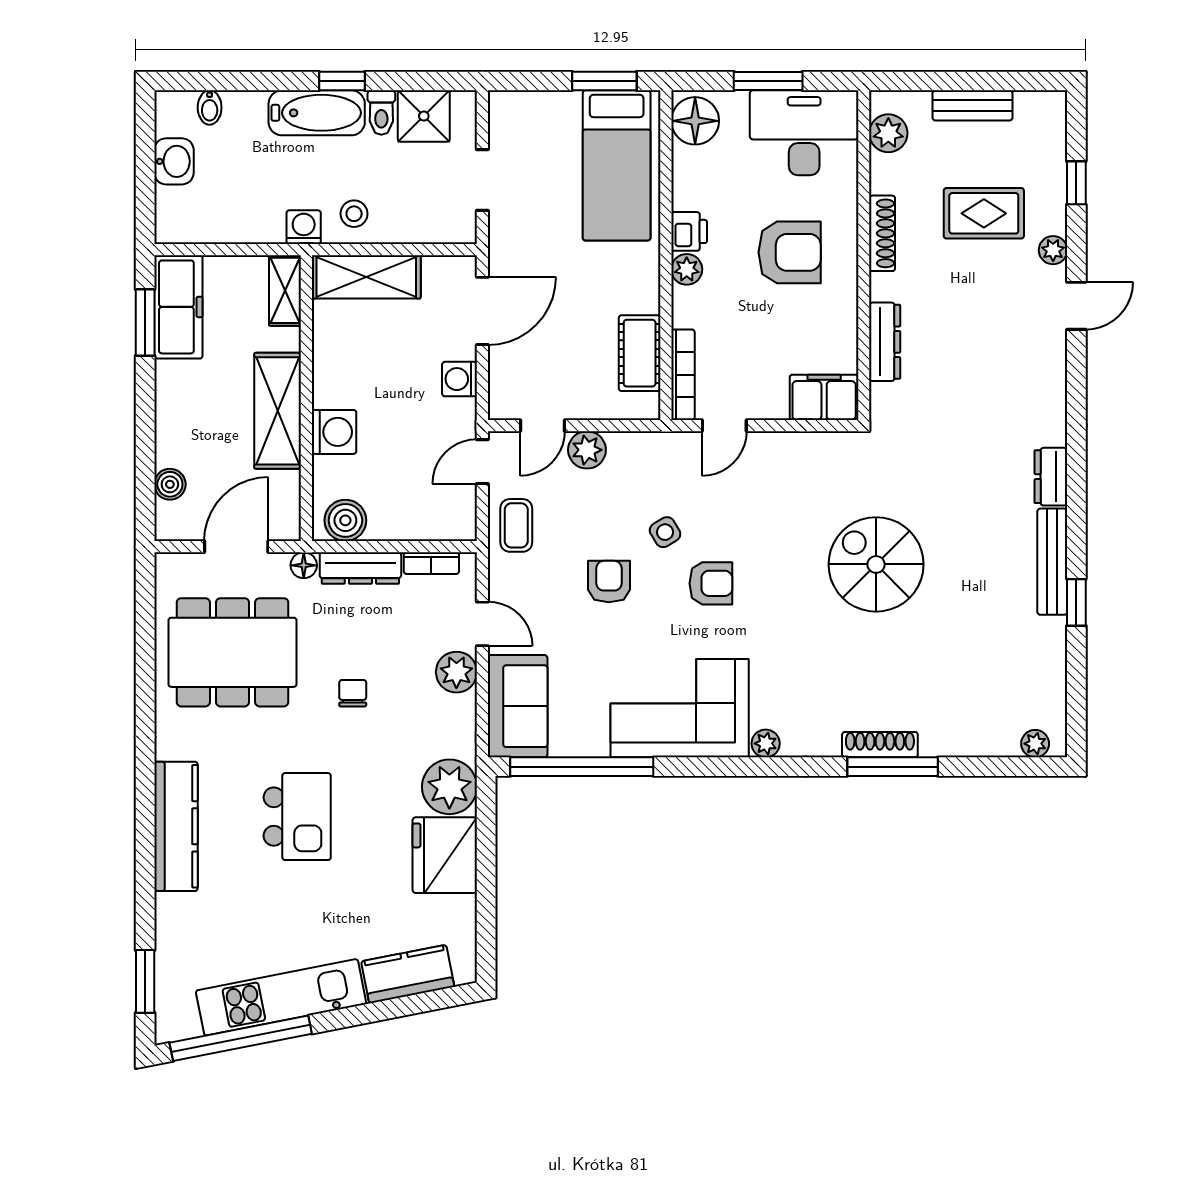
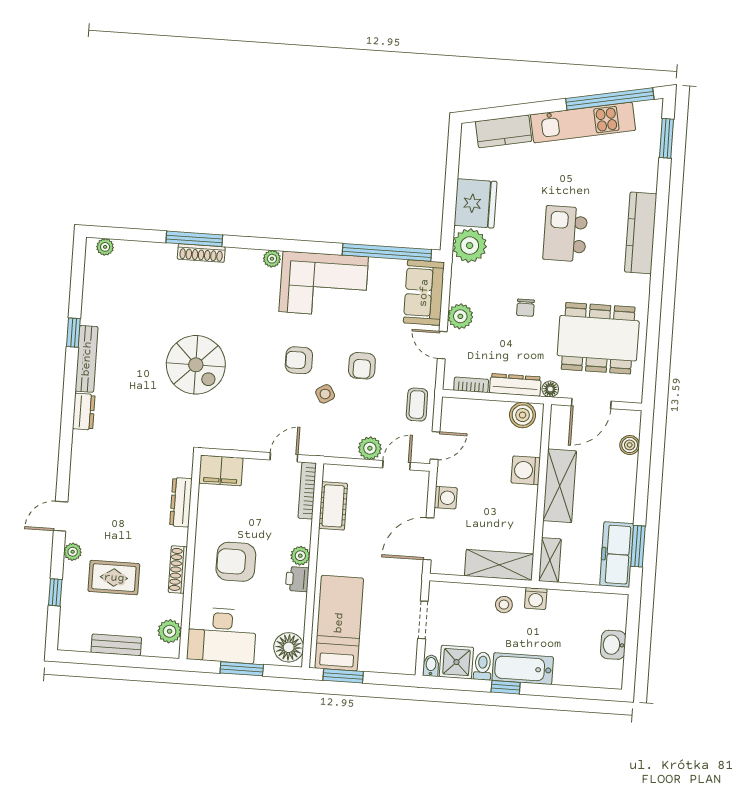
bidet: (210, 108) -> (431, 666), moved

